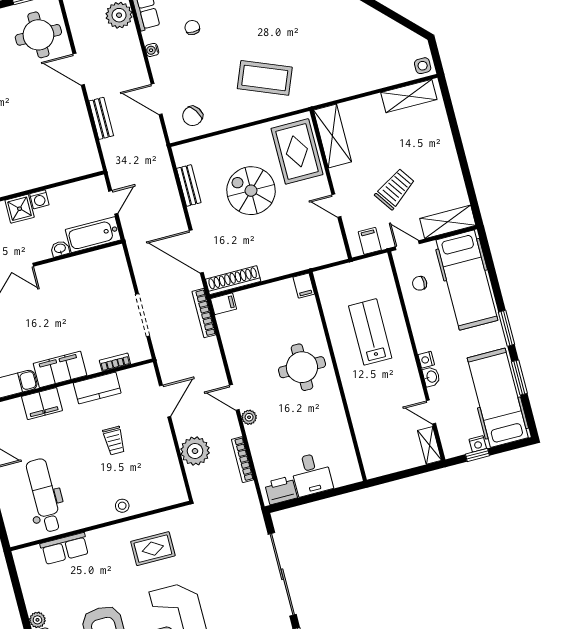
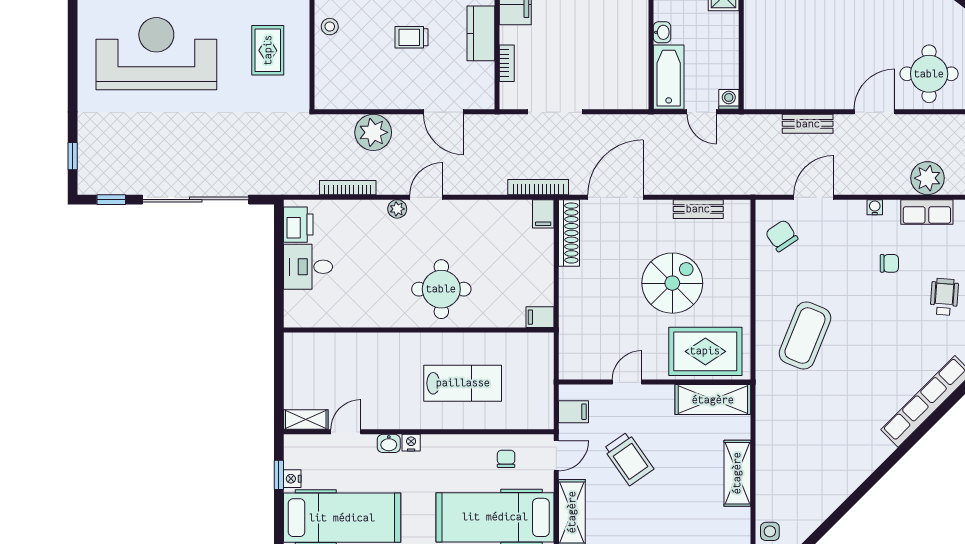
shelving: (409, 96) -> (737, 473), moved
washing machine: (39, 199) -> (729, 99), moved, turned 90

